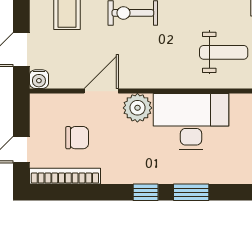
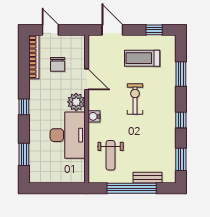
water cooler: (39, 79) -> (94, 116), moved
window: (191, 192) -> (24, 154), moved

